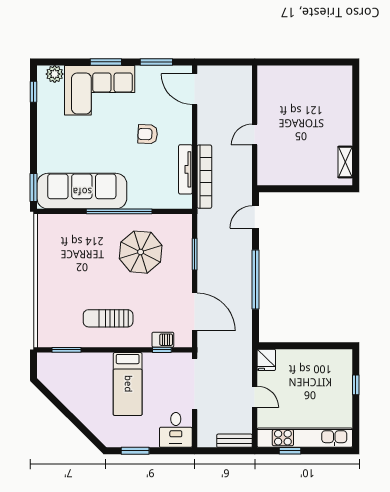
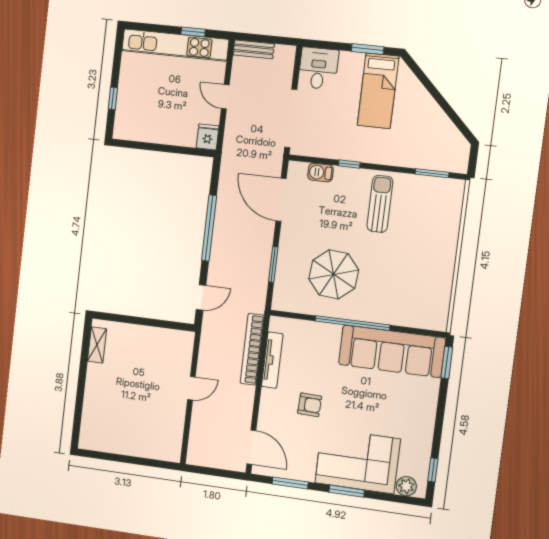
sun lounger: (108, 318) -> (380, 204), turned -90
window: (162, 350) -> (349, 164), moved
bed: (128, 384) -> (378, 91), moved, turned 180

